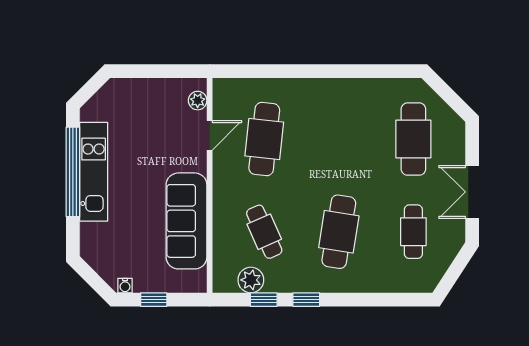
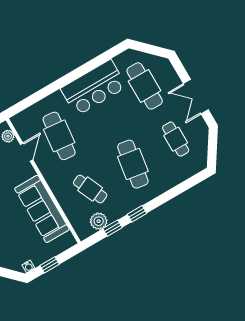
bar counter: (346, 103) -> (94, 88), added

